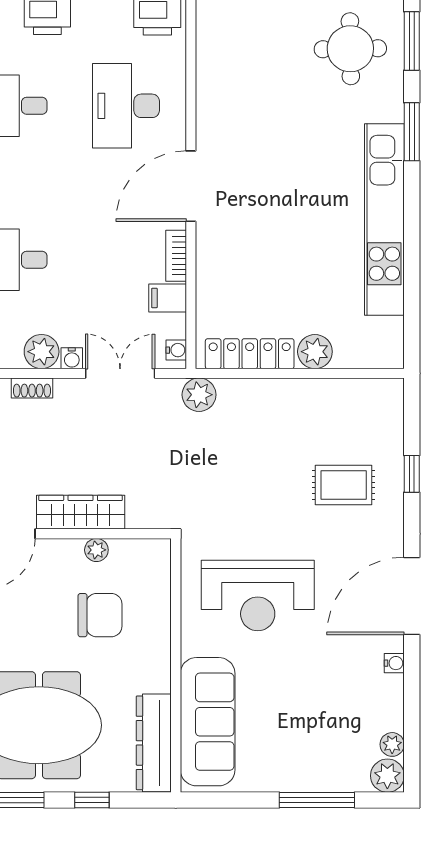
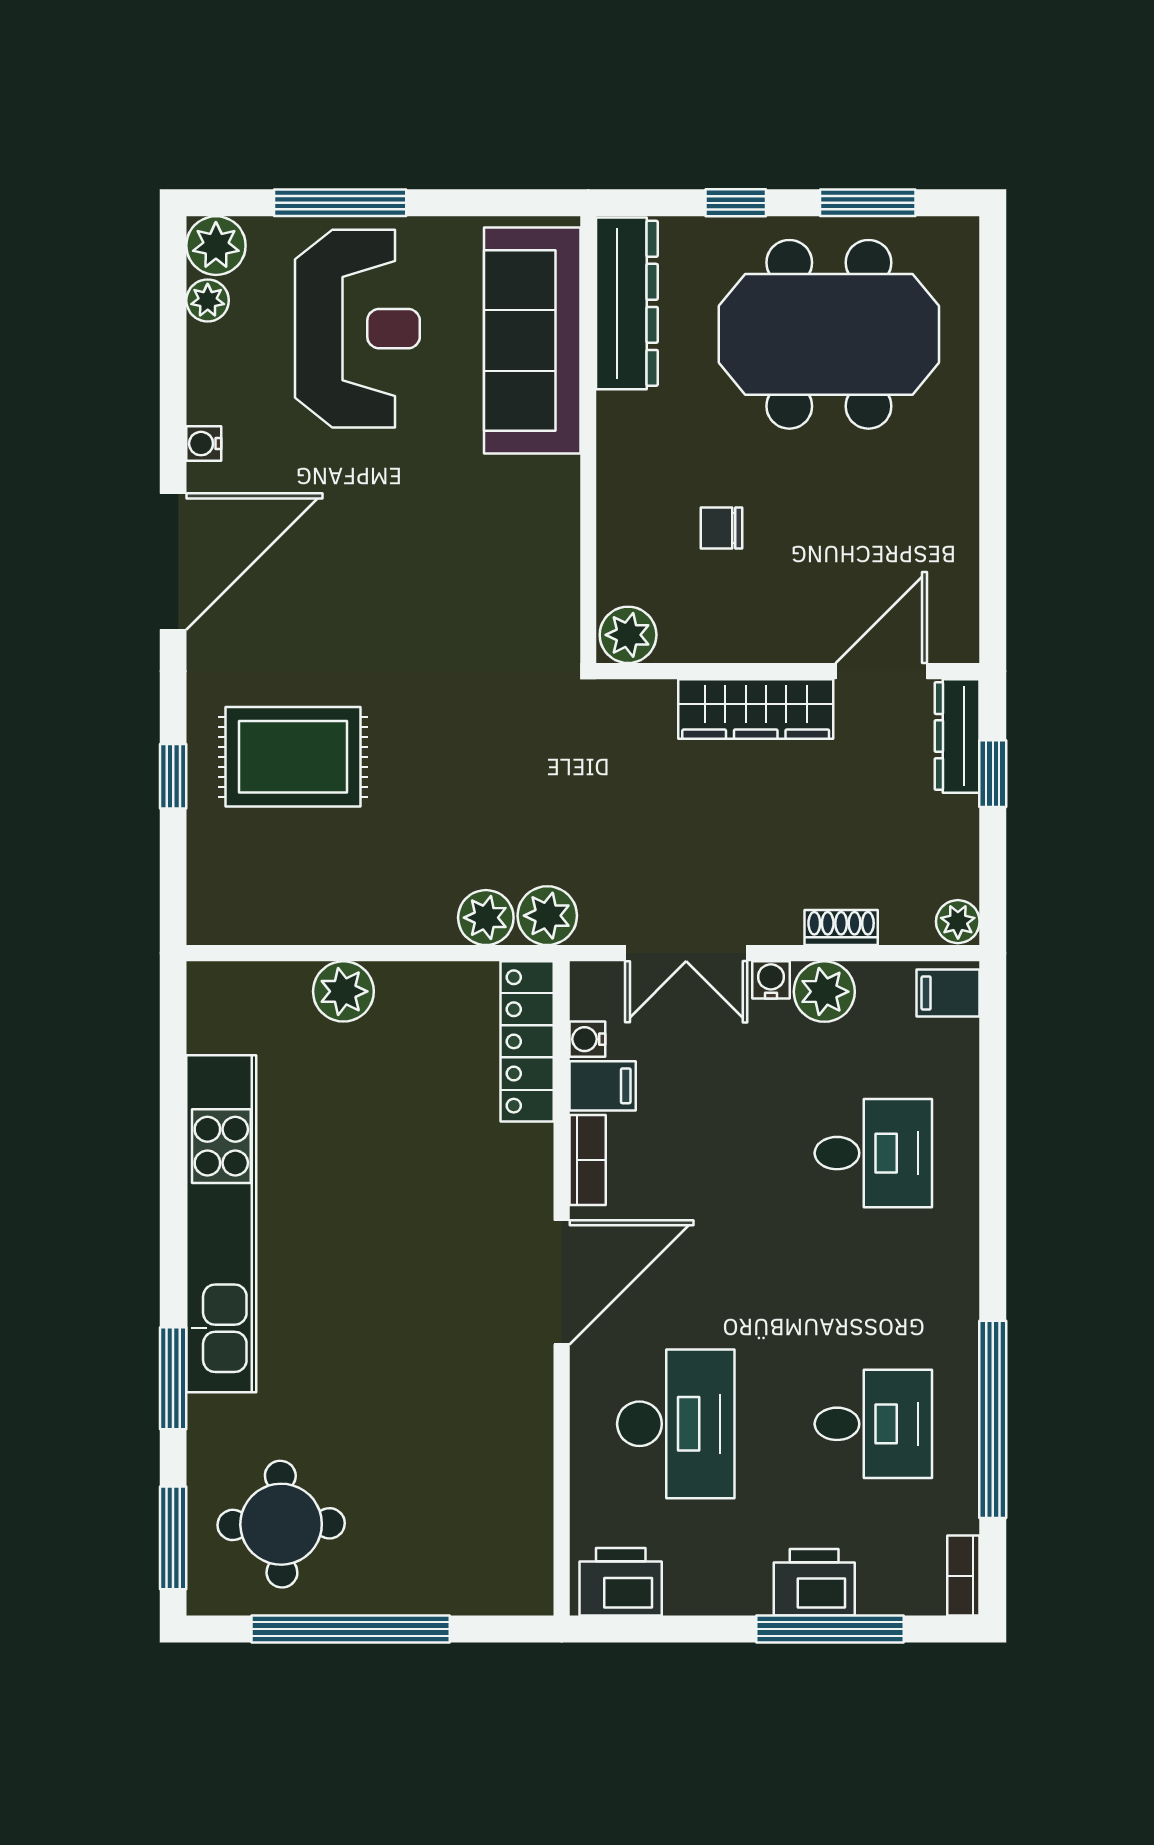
water cooler: (176, 350) -> (587, 1039), moved
locker: (250, 354) -> (527, 1041), moved, turned 90
plant: (234, 394) -> (486, 918), added
rug: (344, 485) -> (293, 757), width x1.36, depth x1.43
plant: (96, 550) -> (628, 635), moved, width x1.38, depth x1.38
reception desk: (258, 595) -> (357, 329), moved, turned 90
chair: (100, 615) -> (721, 528), width x0.54, depth x0.54

